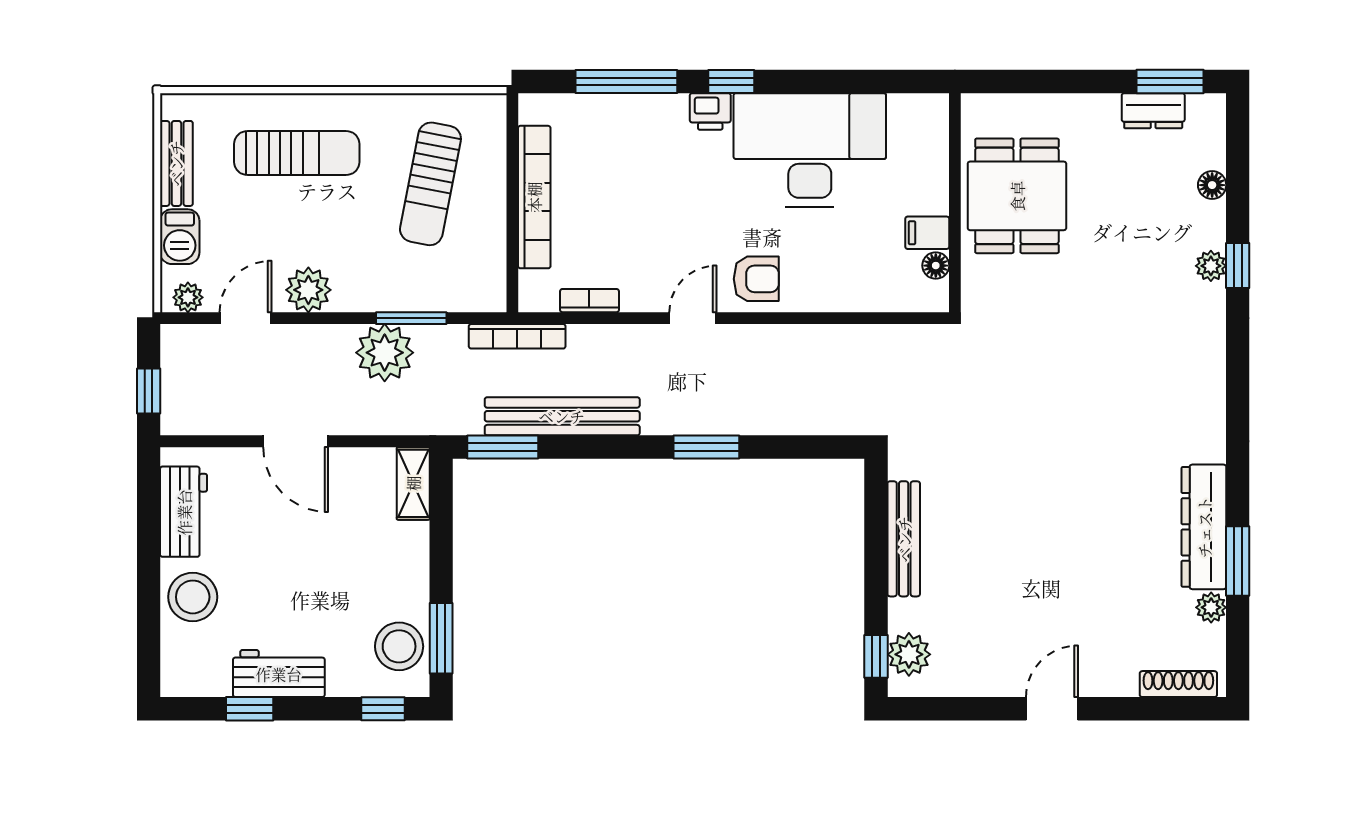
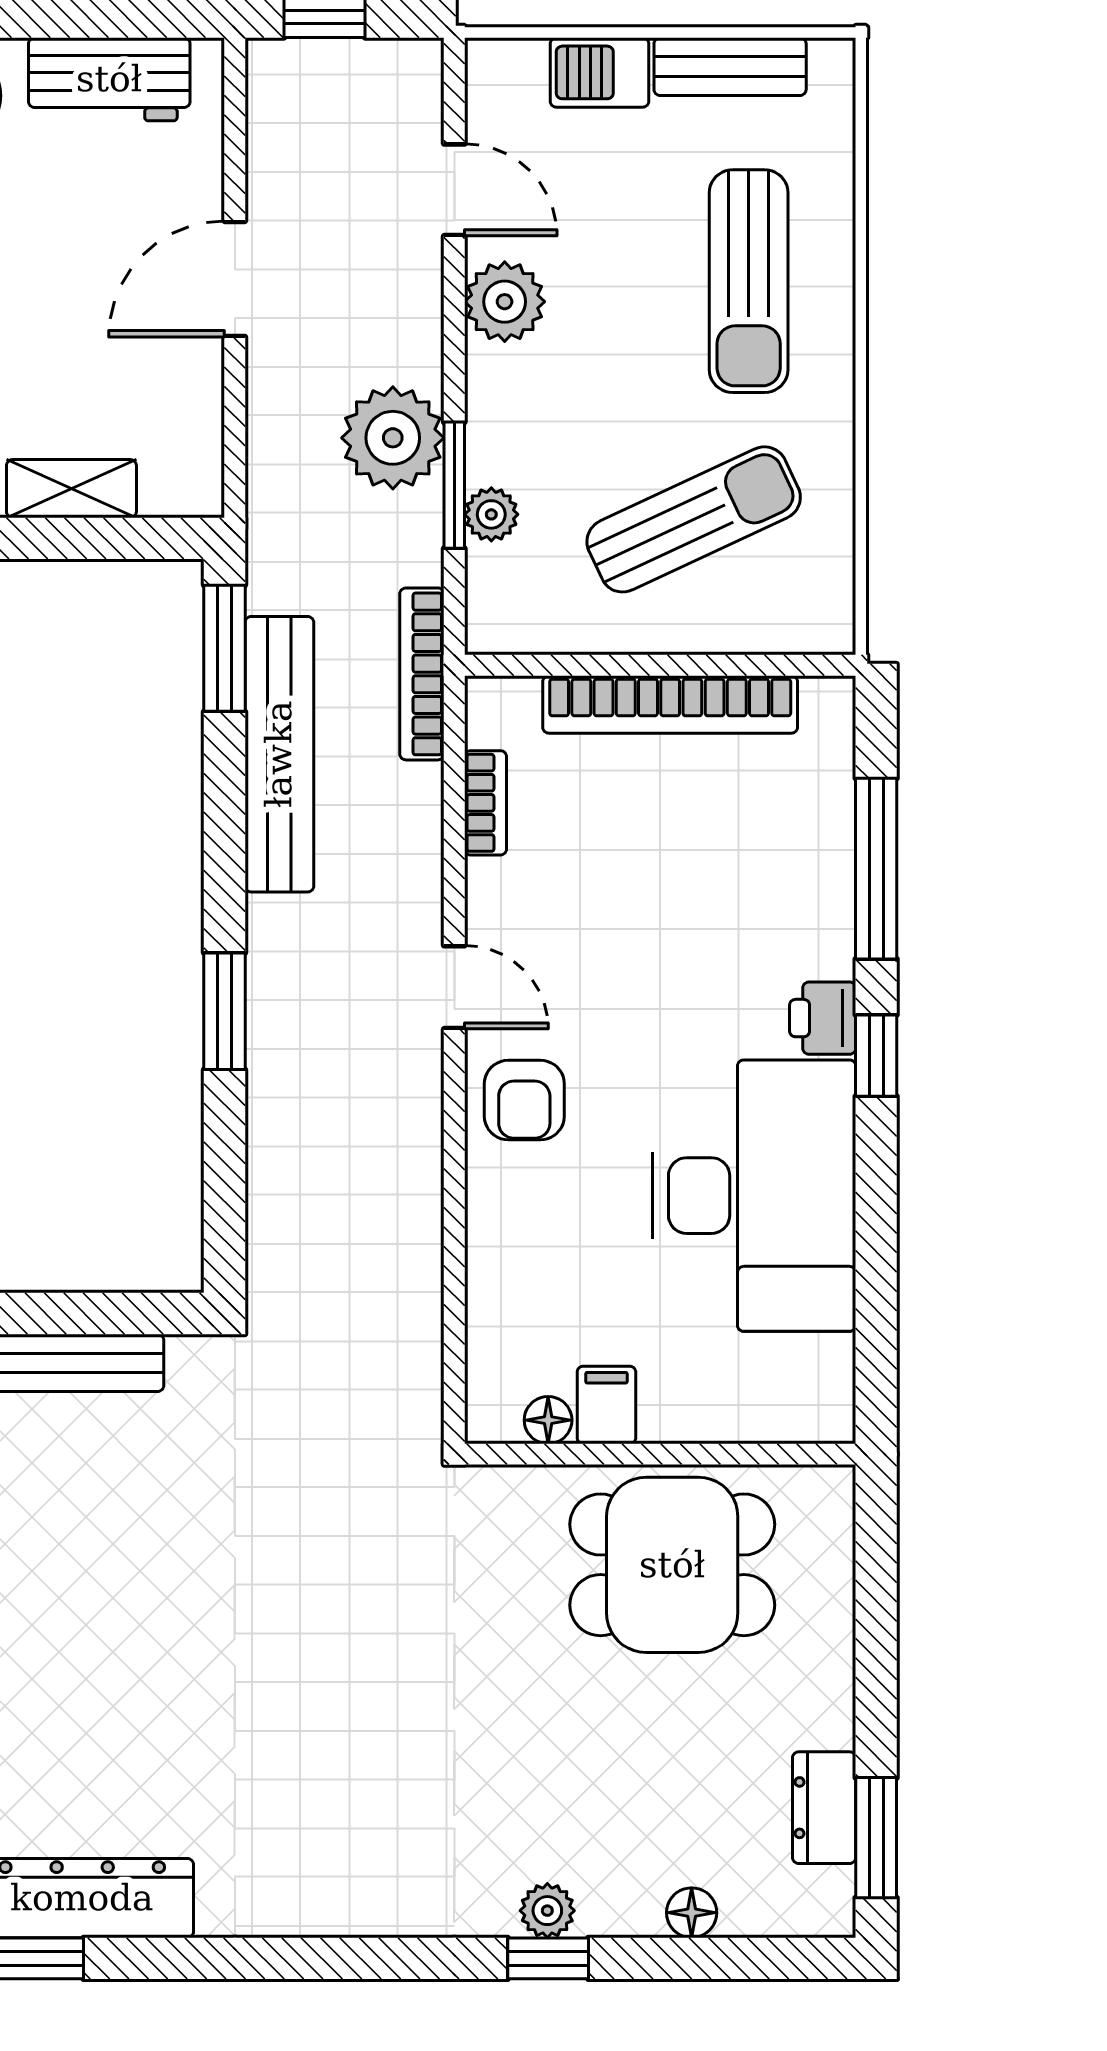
sun lounger: (430, 184) -> (694, 519), turned 144
plant: (188, 297) -> (491, 514), moved
shelving: (413, 483) -> (71, 489), moved

